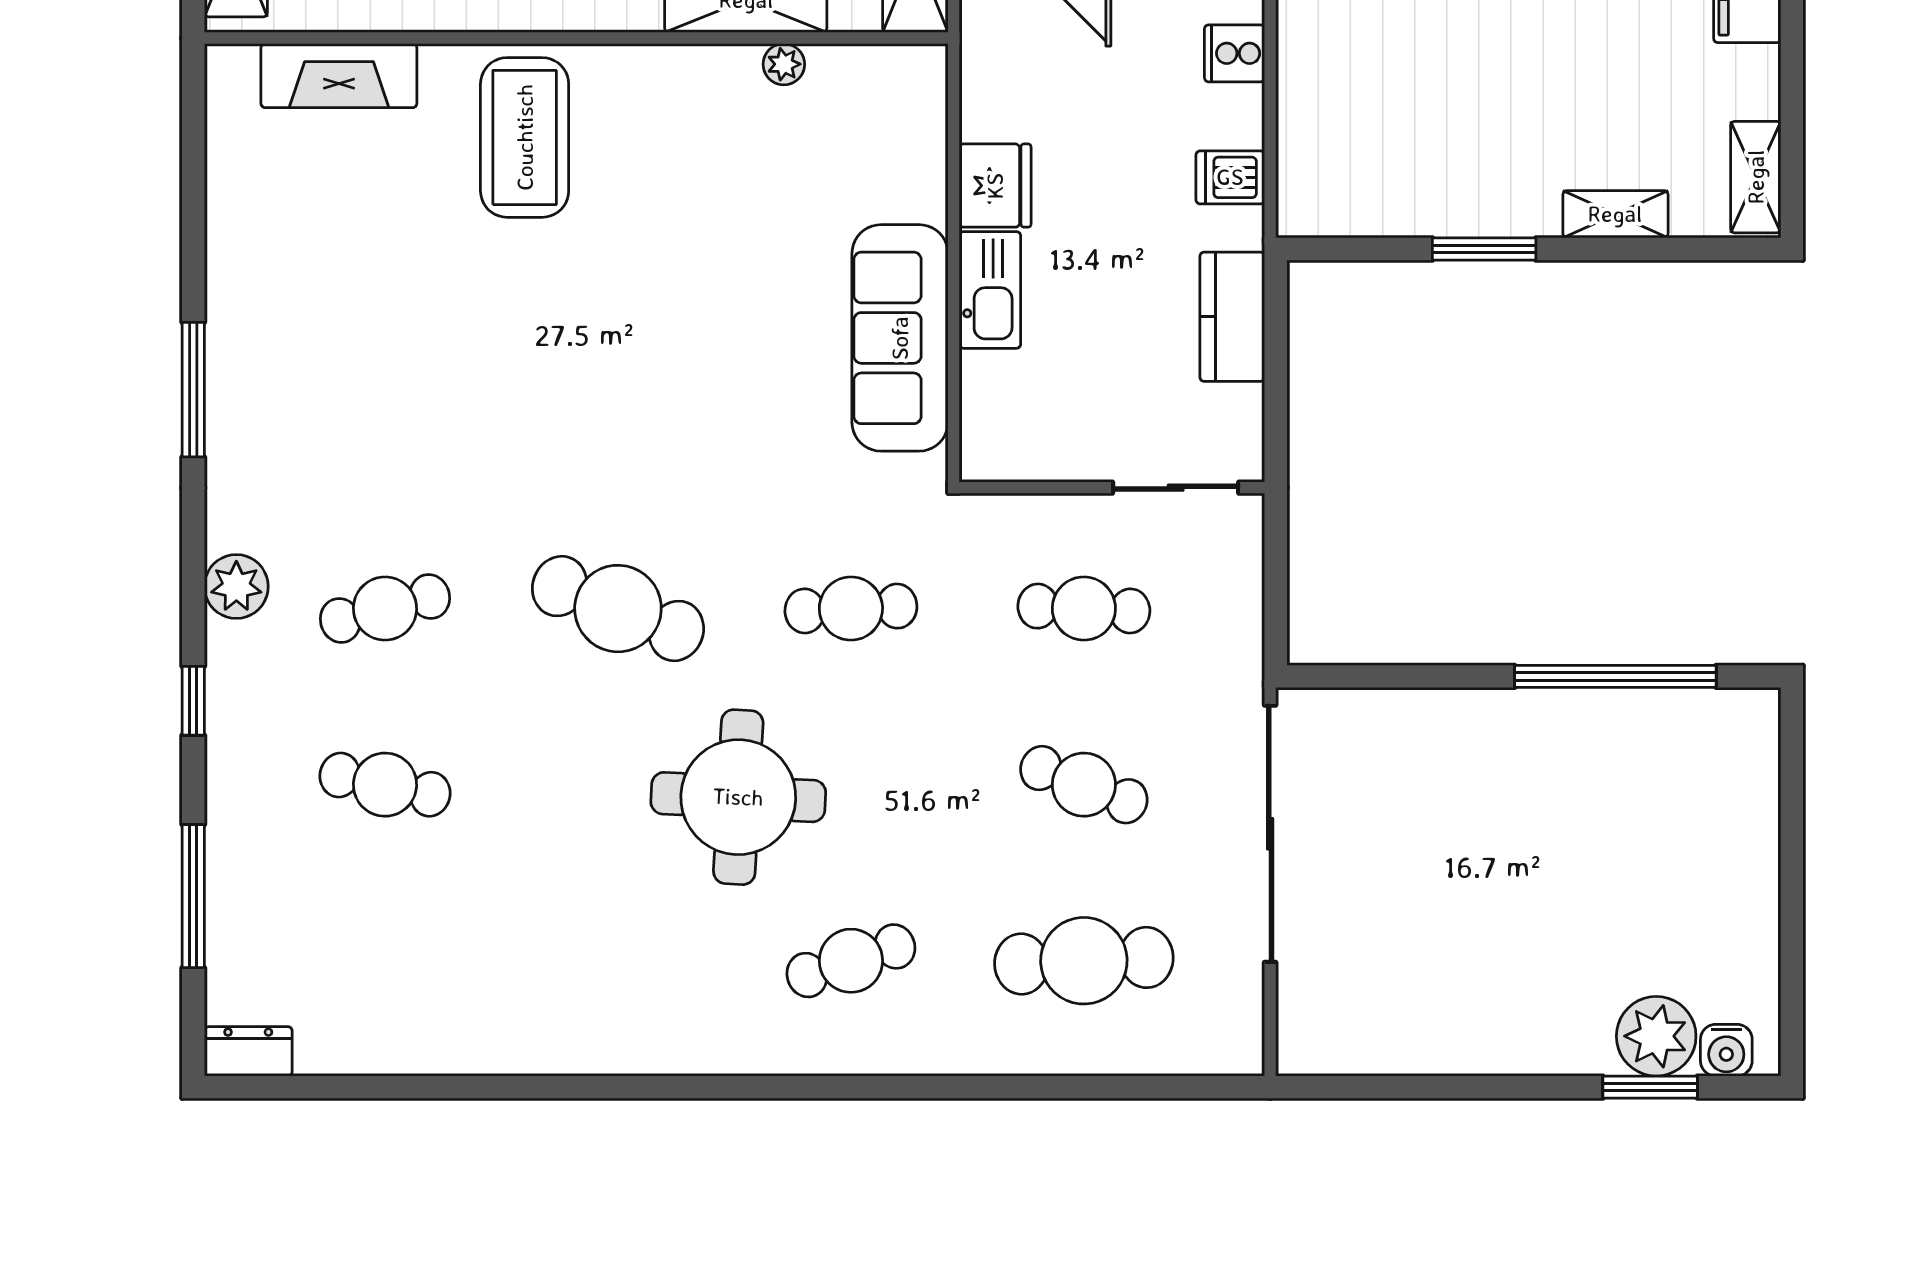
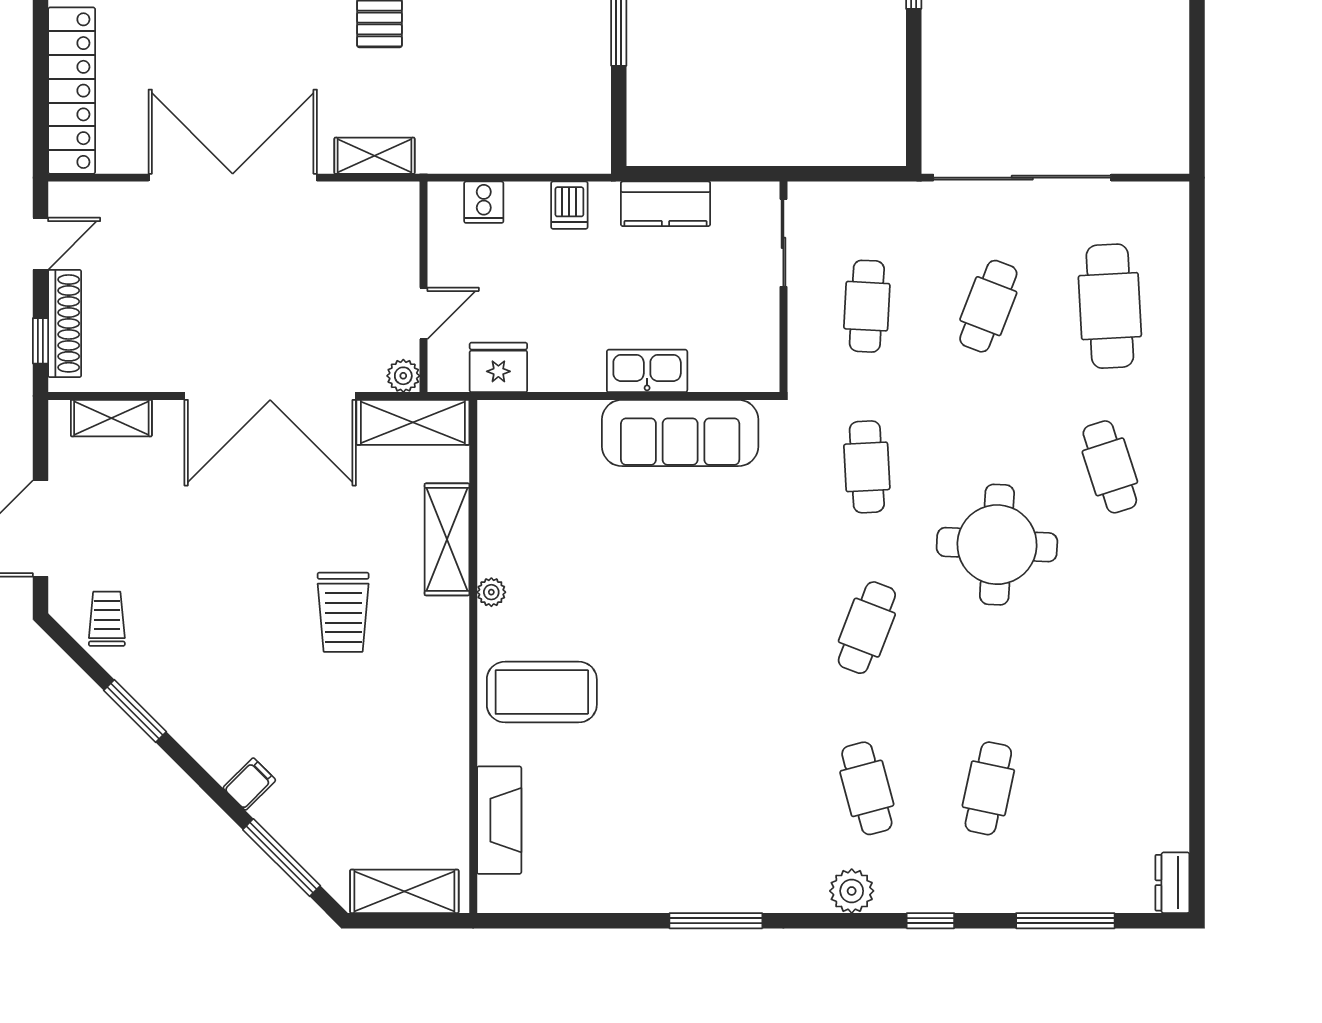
plant: (784, 64) -> (491, 592), moved
fridge: (995, 186) -> (498, 367), moved
cafe table: (618, 609) -> (867, 628), width x0.73, depth x0.74

